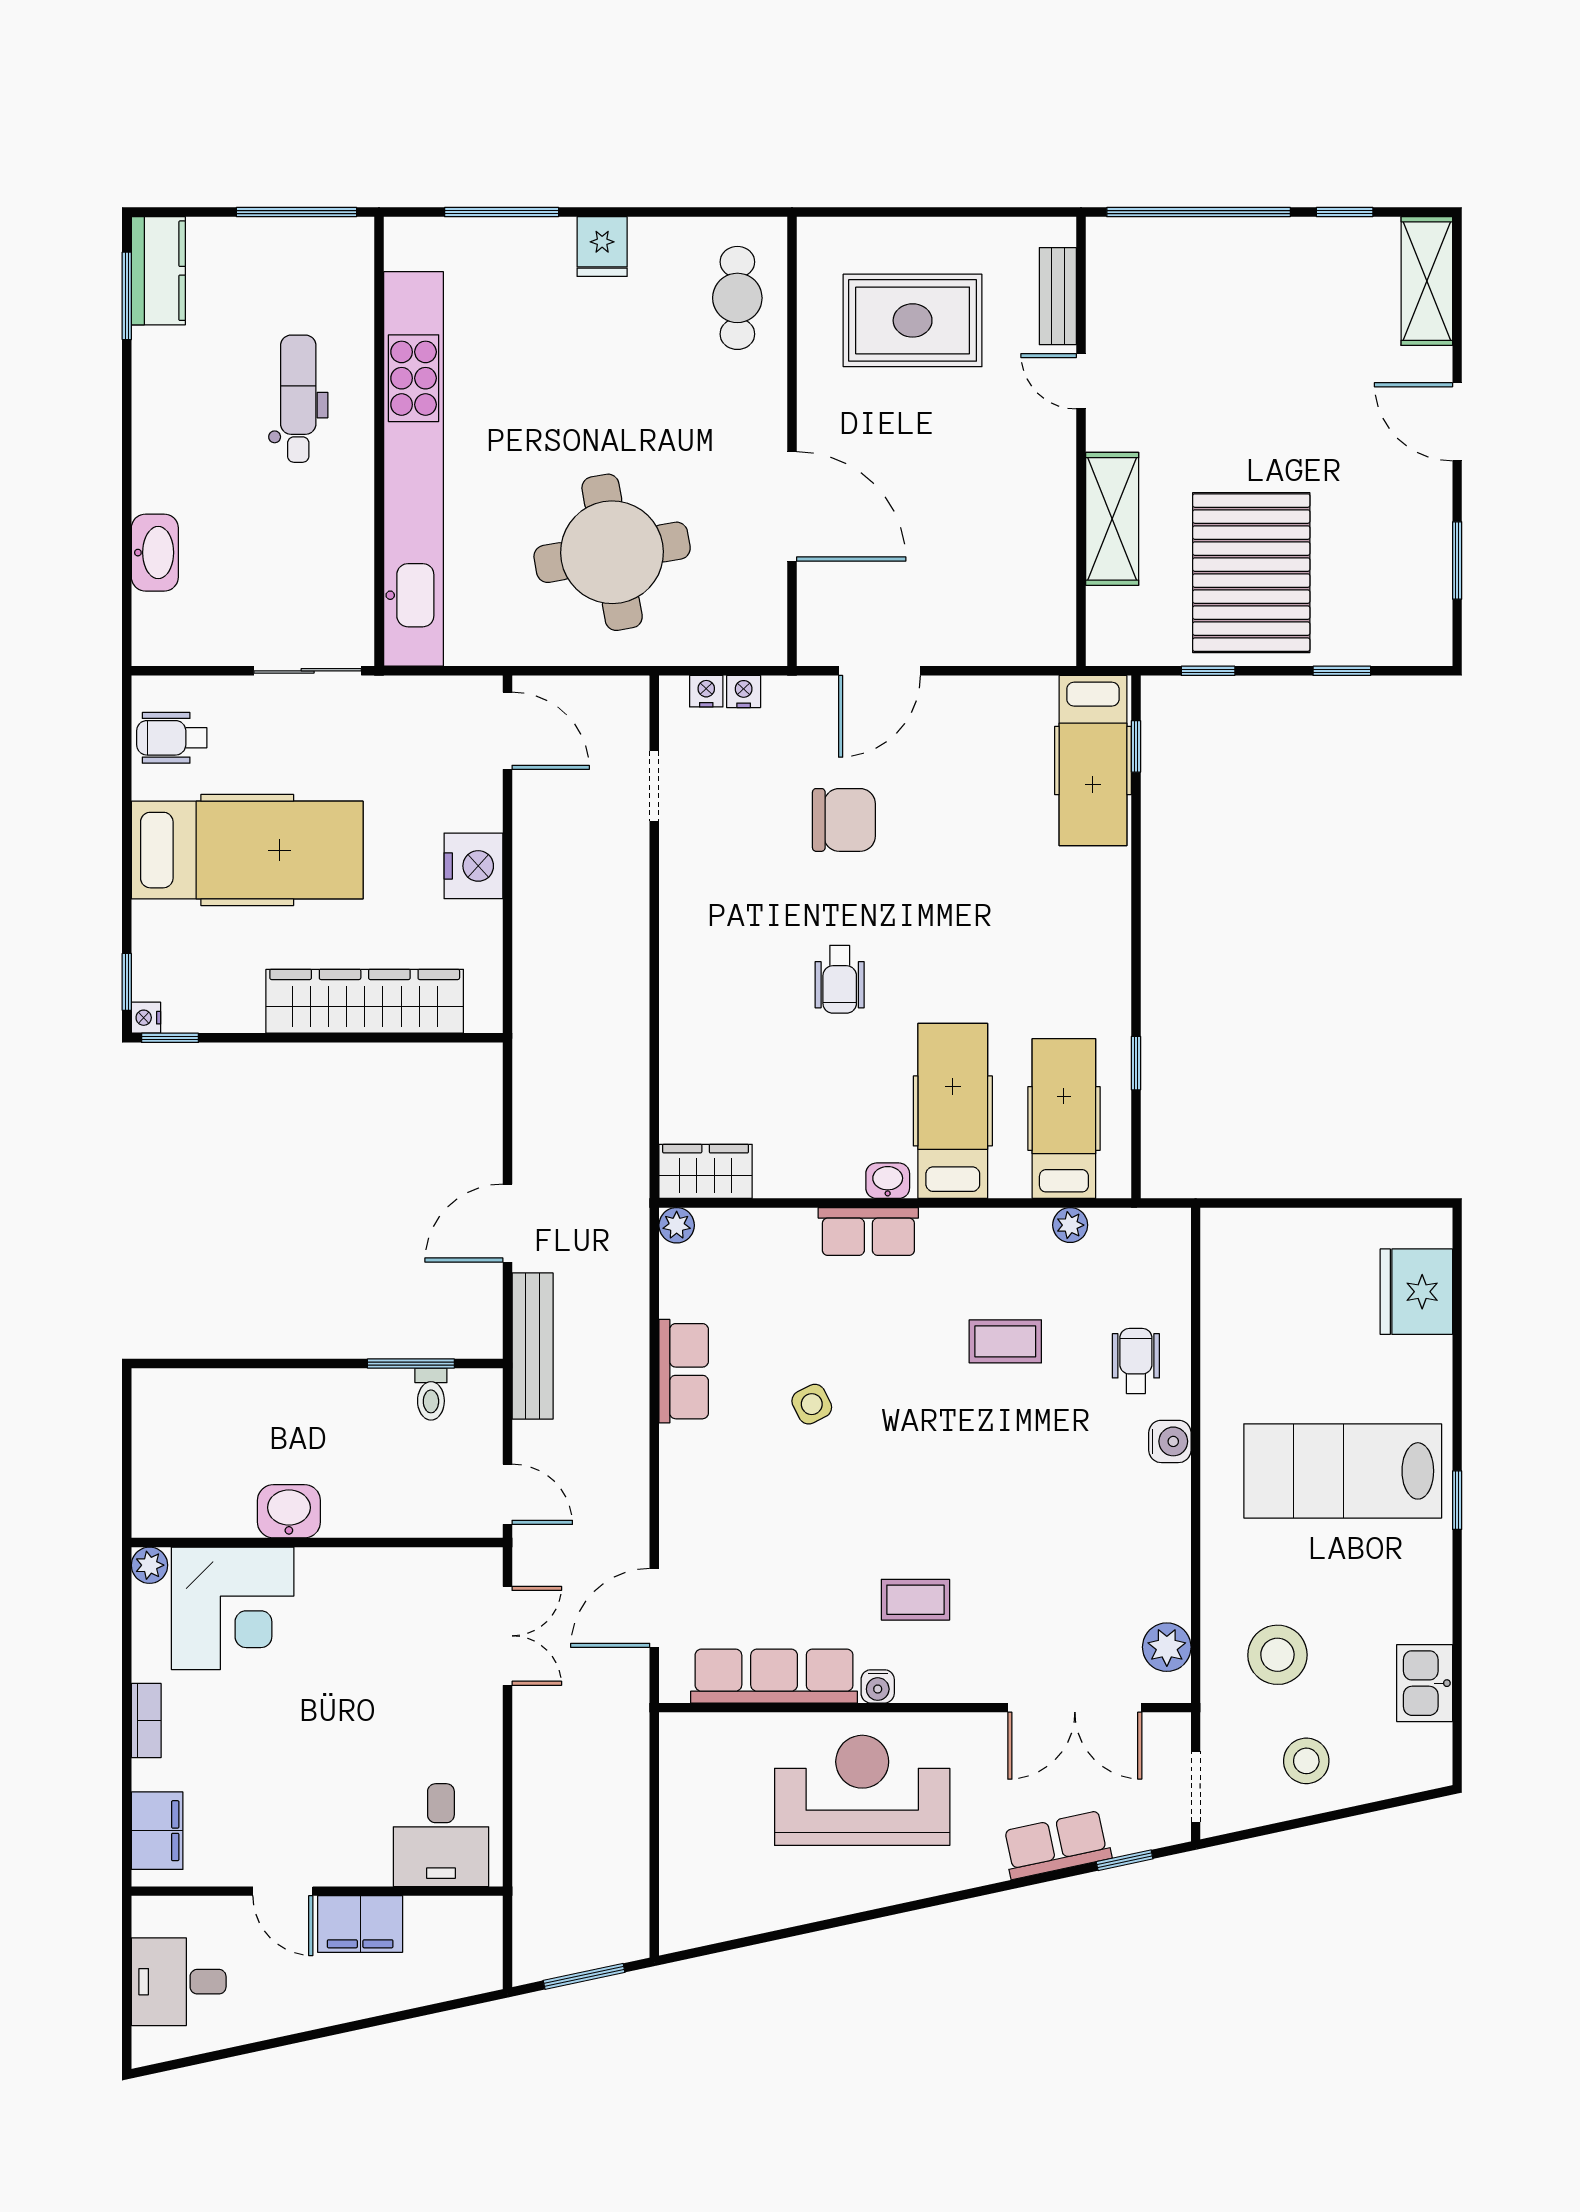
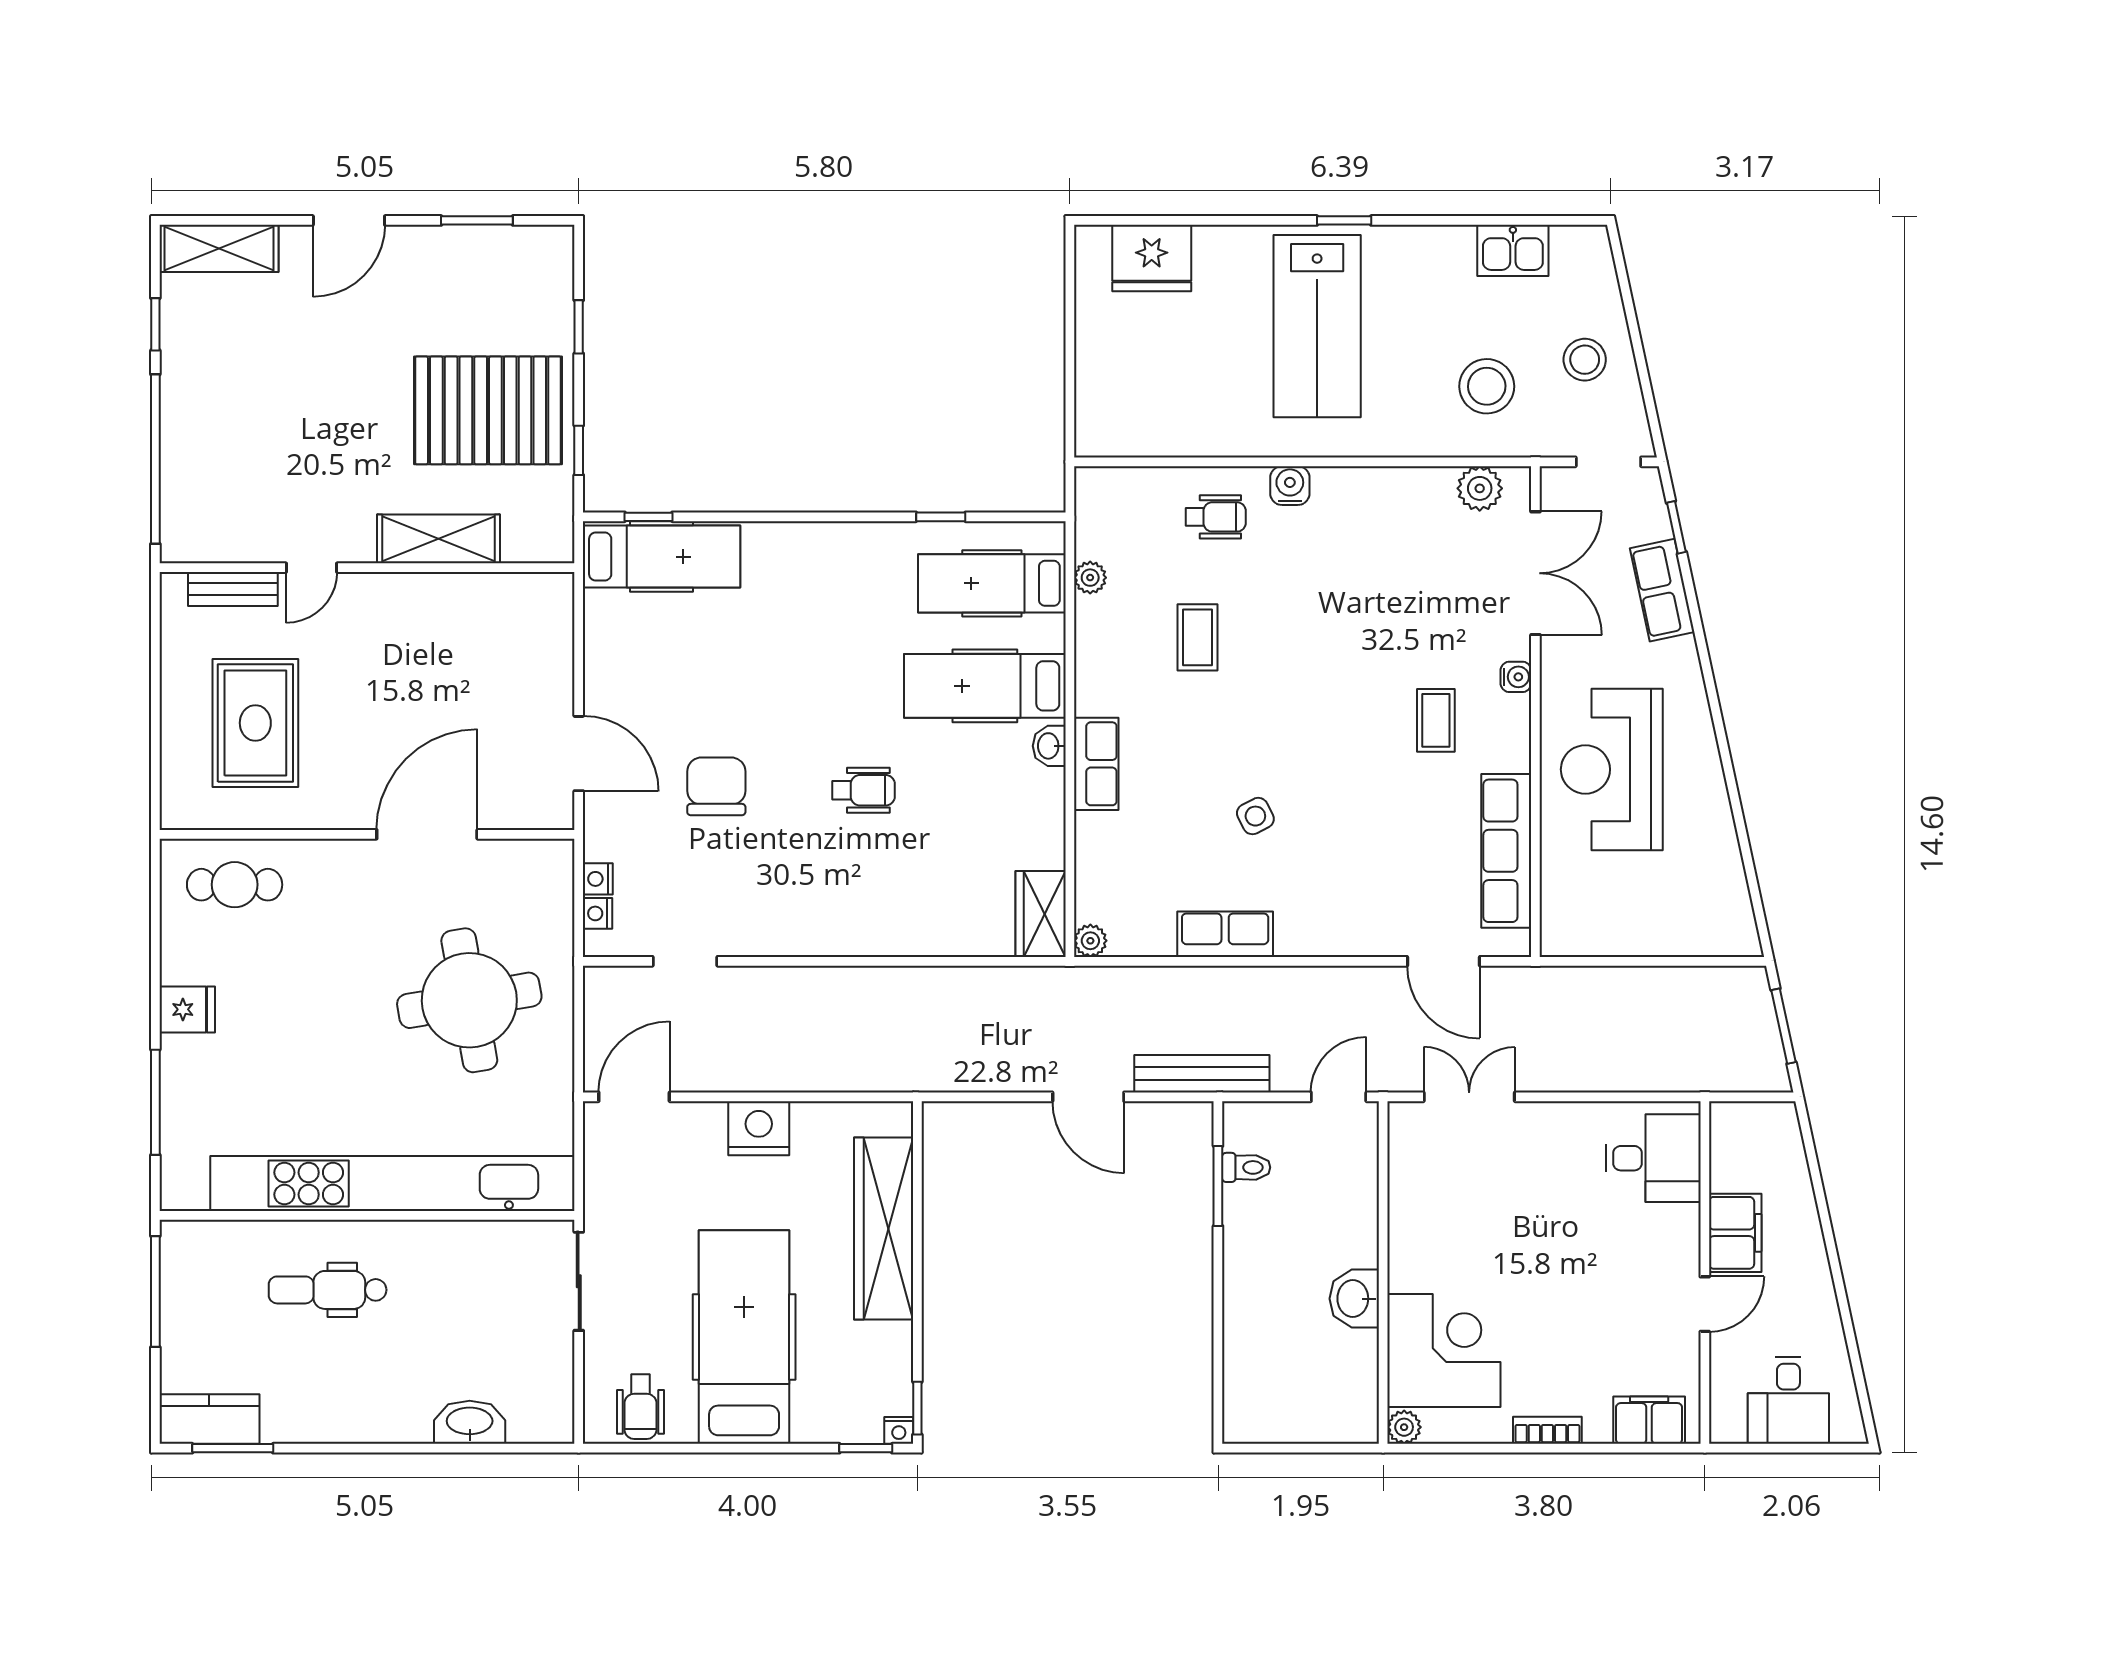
wheelchair: (1136, 1361) -> (1216, 517), turned 180
water cooler: (878, 1686) -> (1516, 677), moved

